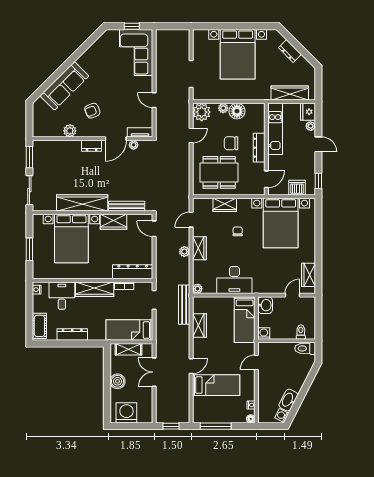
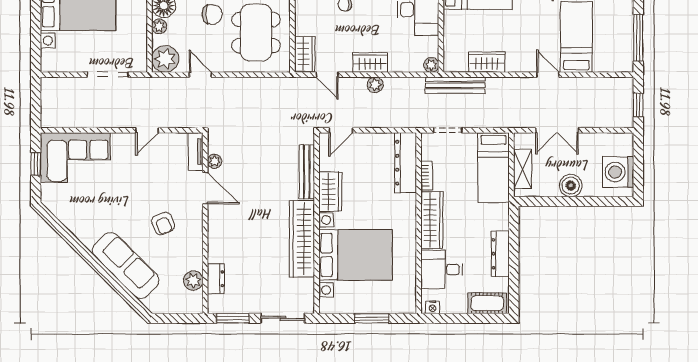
plant: (70, 131) -> (193, 281), moved
chair: (231, 143) -> (212, 14), turned -90
dresser: (92, 146) -> (216, 279), moved
wardrobe: (225, 205) -> (305, 54), moved

